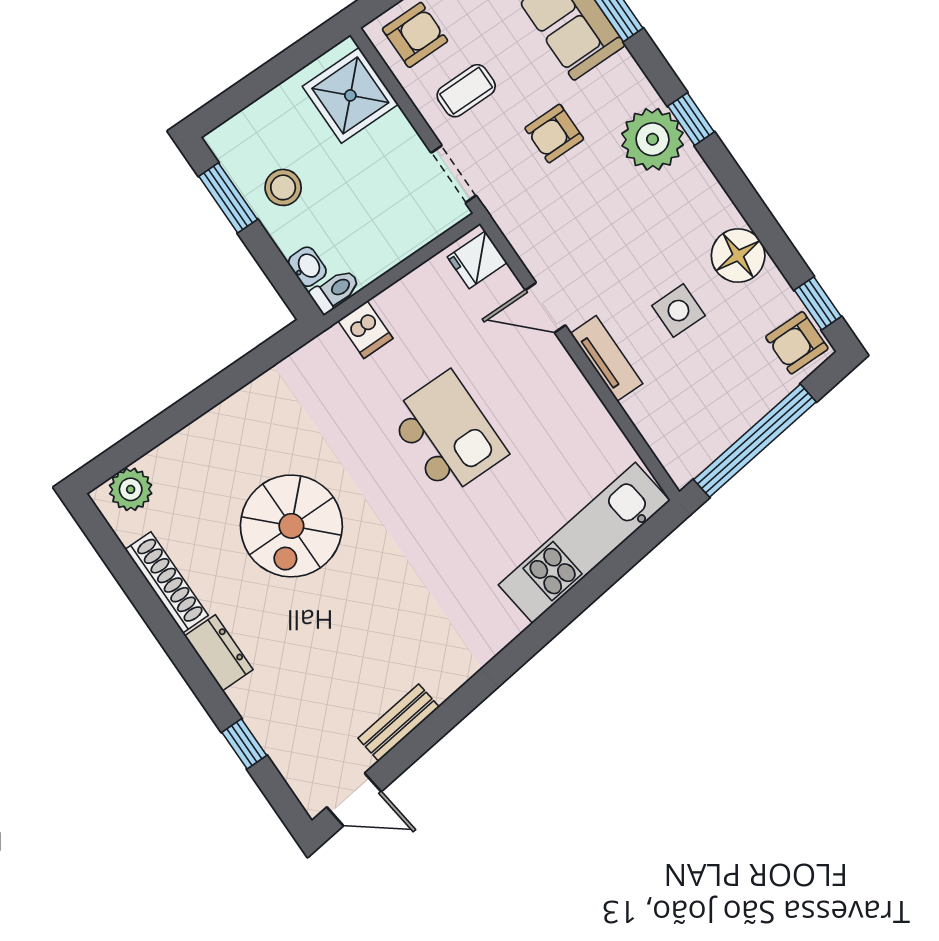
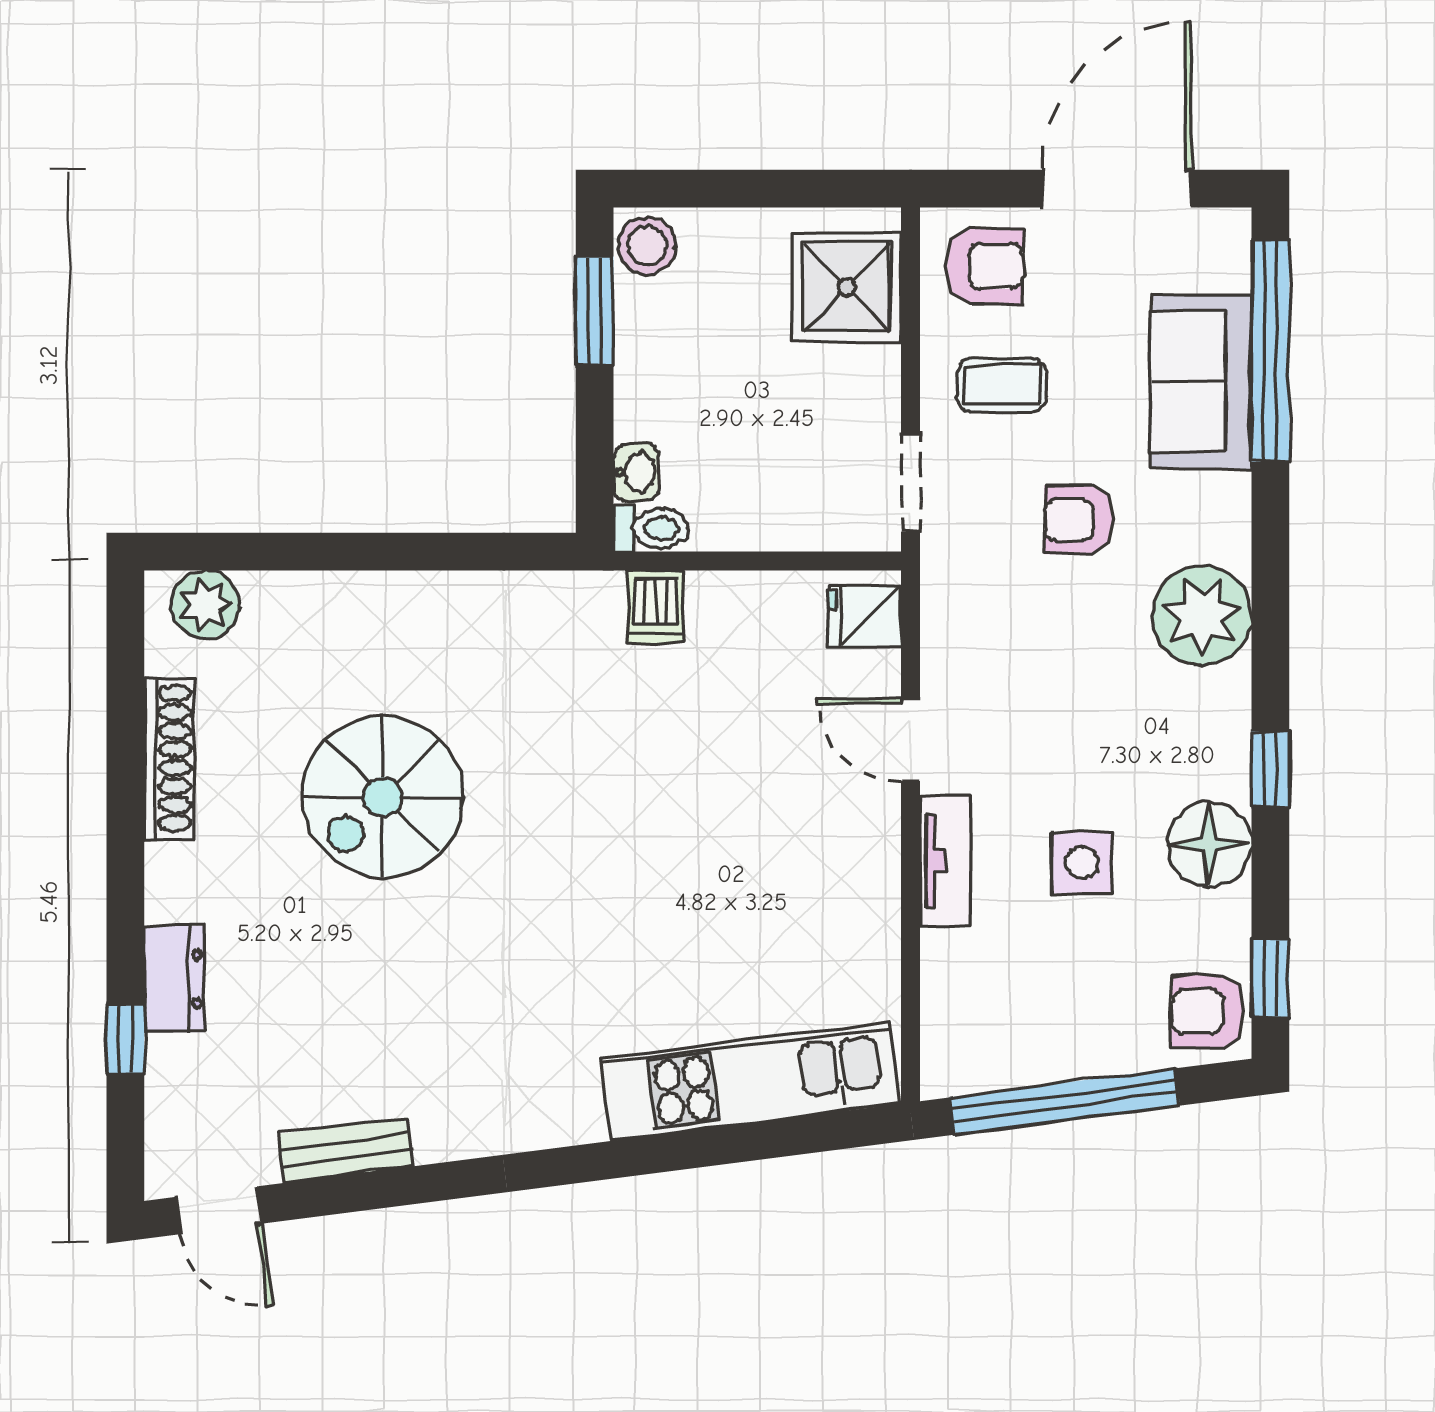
window: (691, 119) -> (1270, 769), moved
stool: (283, 187) -> (647, 246), moved
kitchen island: (448, 434) -> (670, 816), removed
dresser: (219, 653) -> (174, 979), moved

